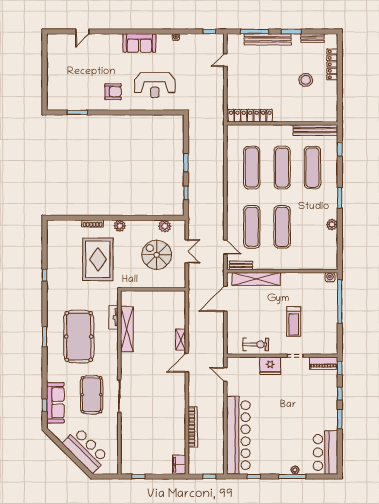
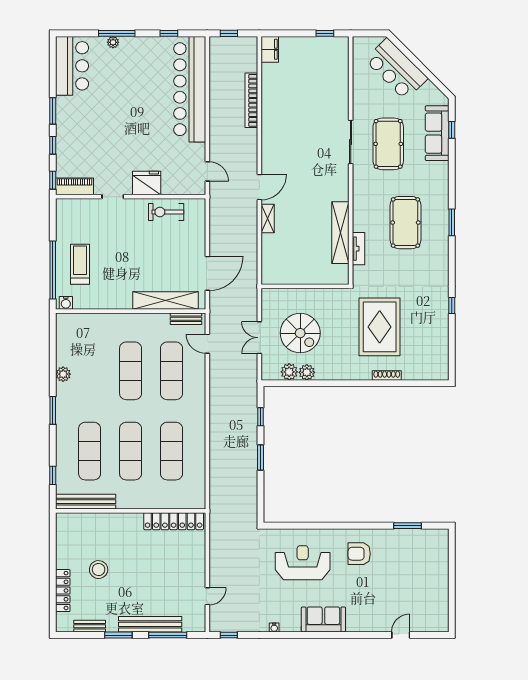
plant: (120, 226) -> (307, 372), moved
treadmill: (294, 321) -> (80, 264), moved
pool table: (79, 337) -> (405, 223), width x0.73, depth x0.76

